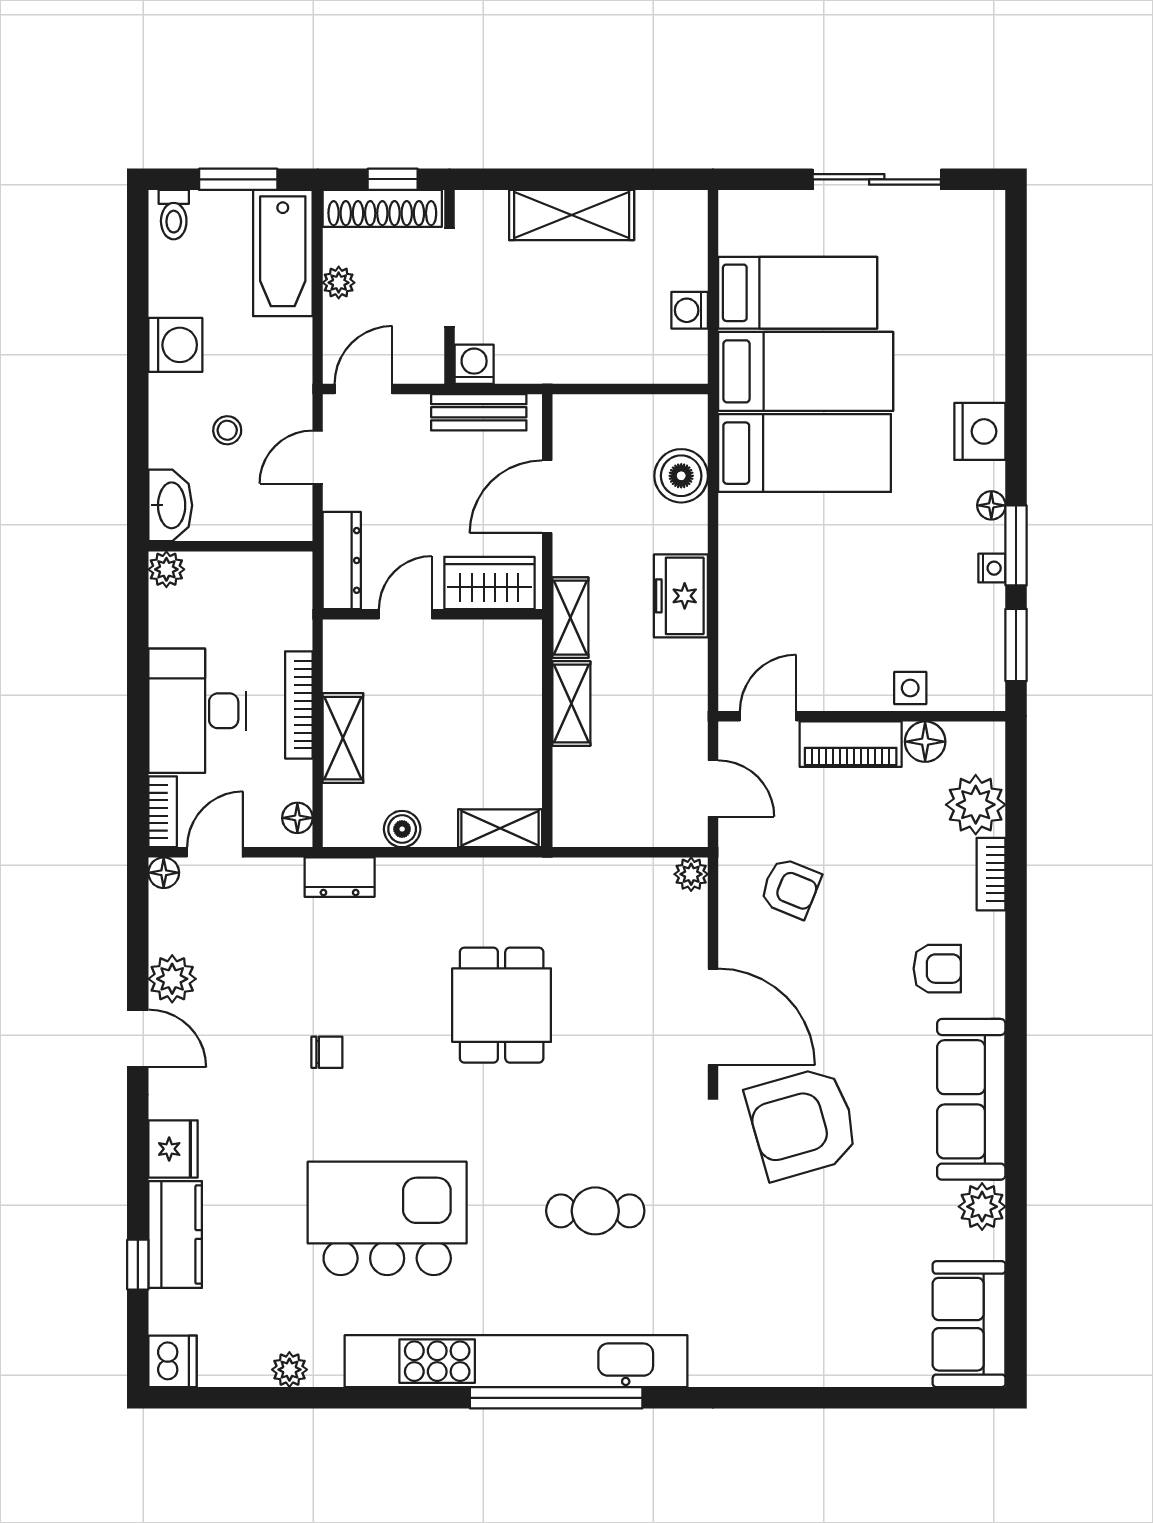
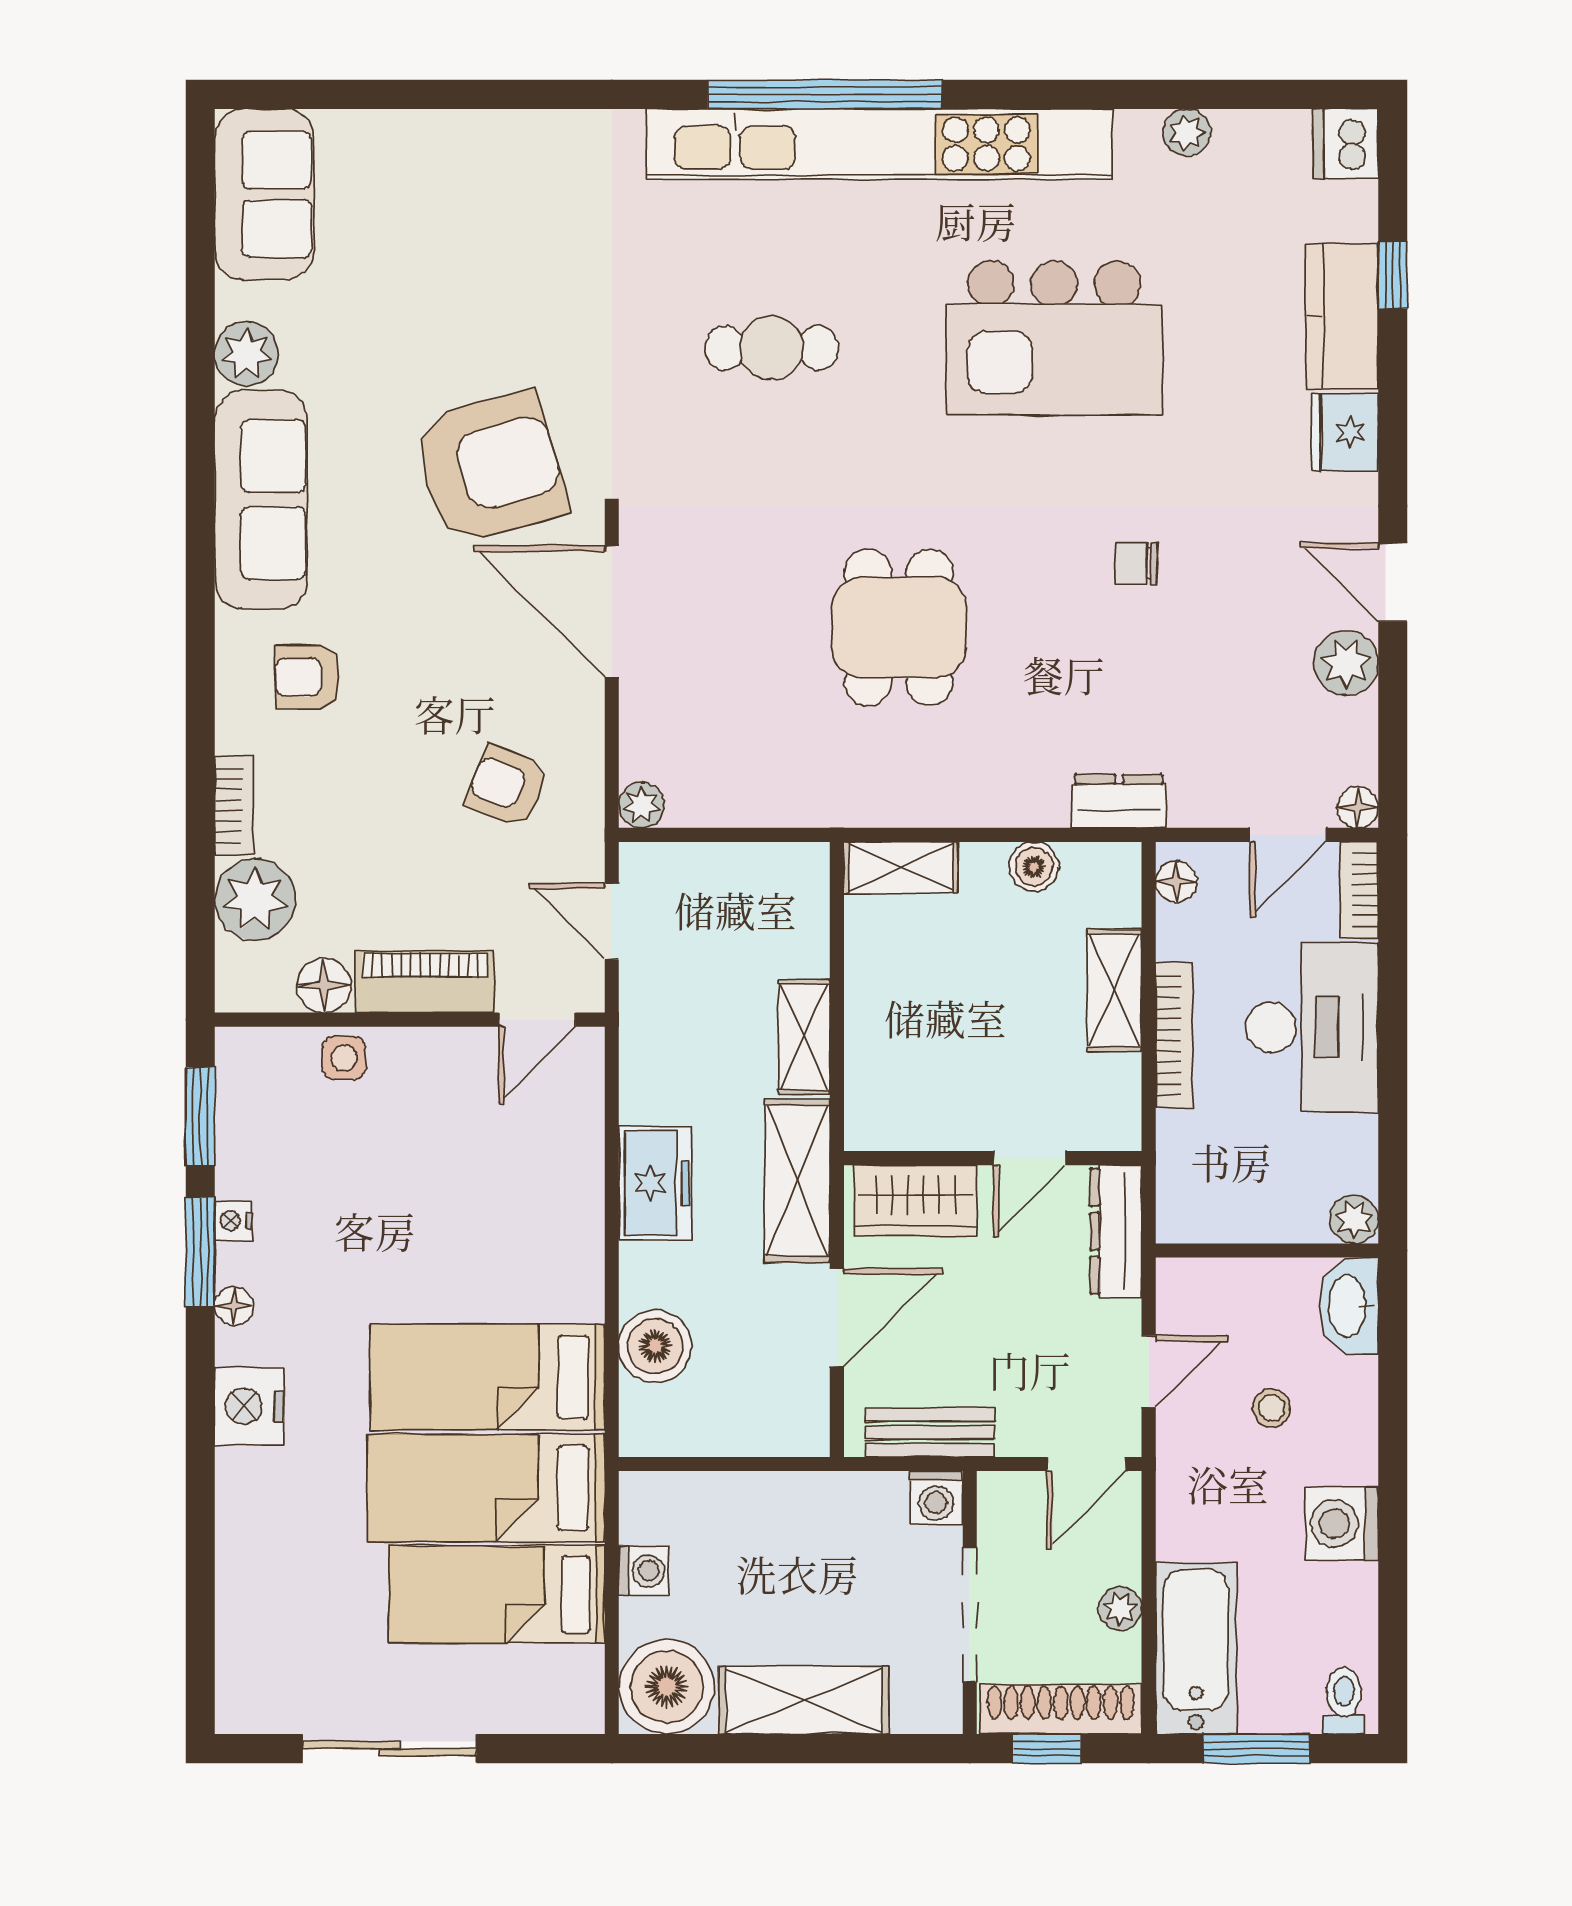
boiler: (673, 225) -> (667, 1687), added
shelving: (570, 618) -> (797, 1181), width x1.50, depth x1.33

